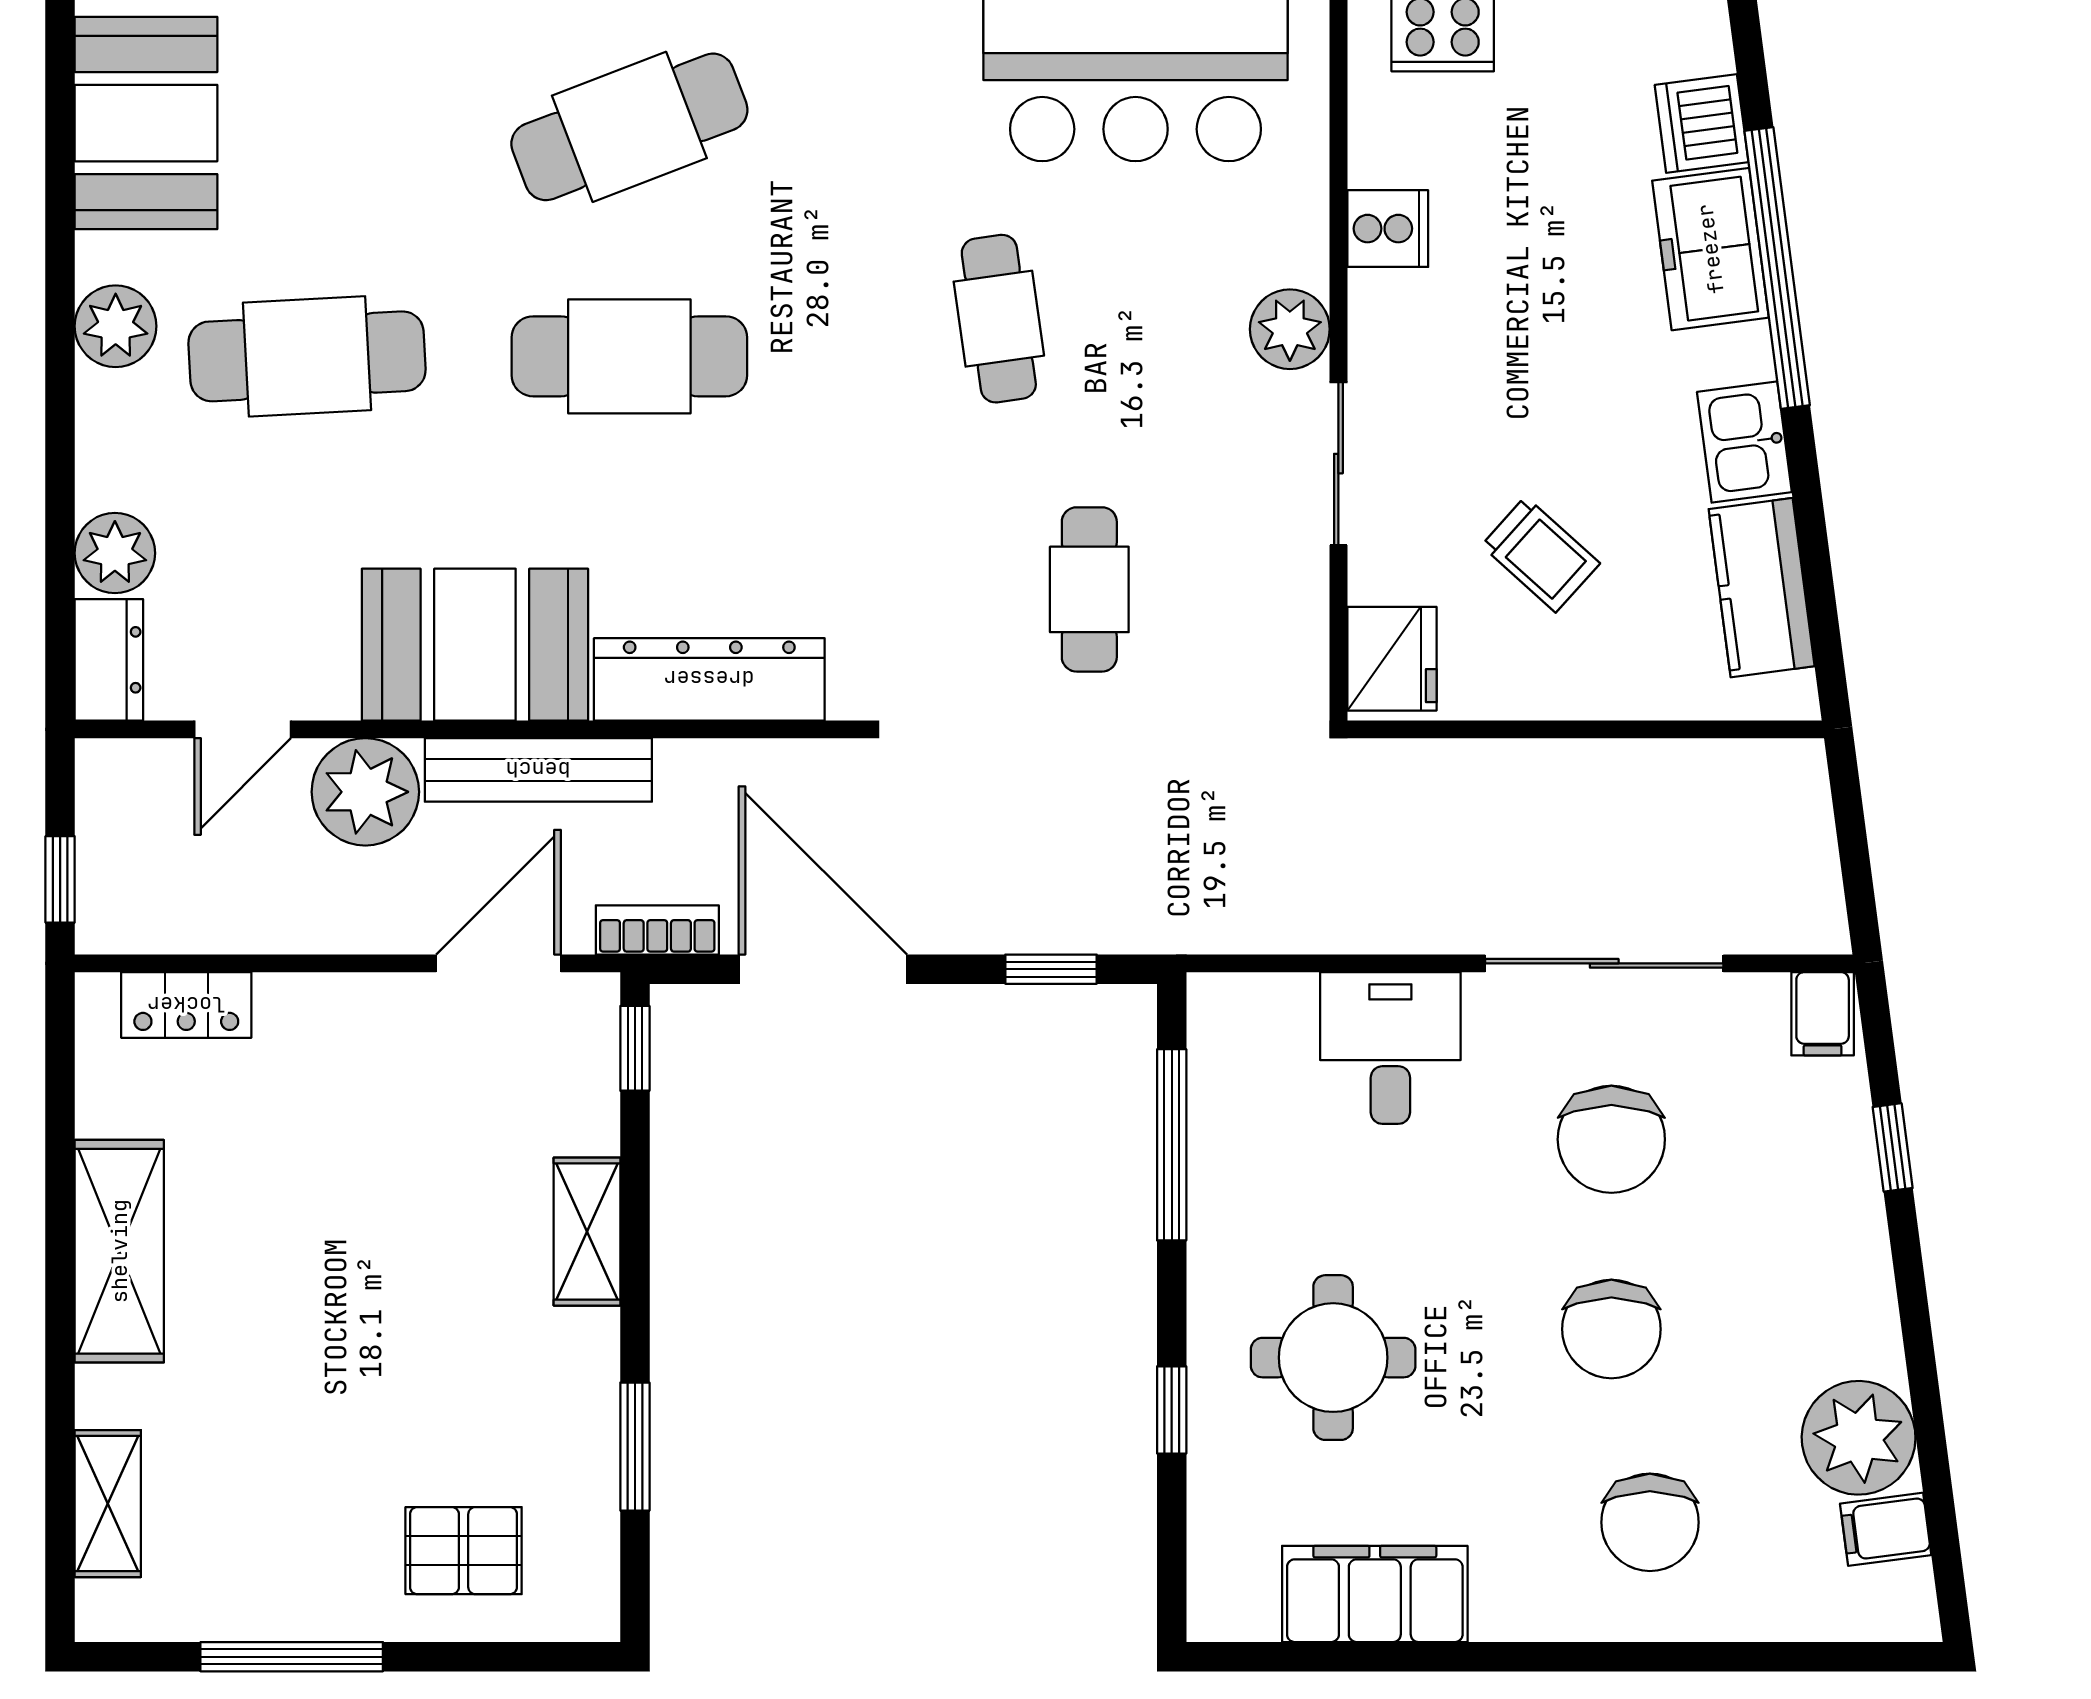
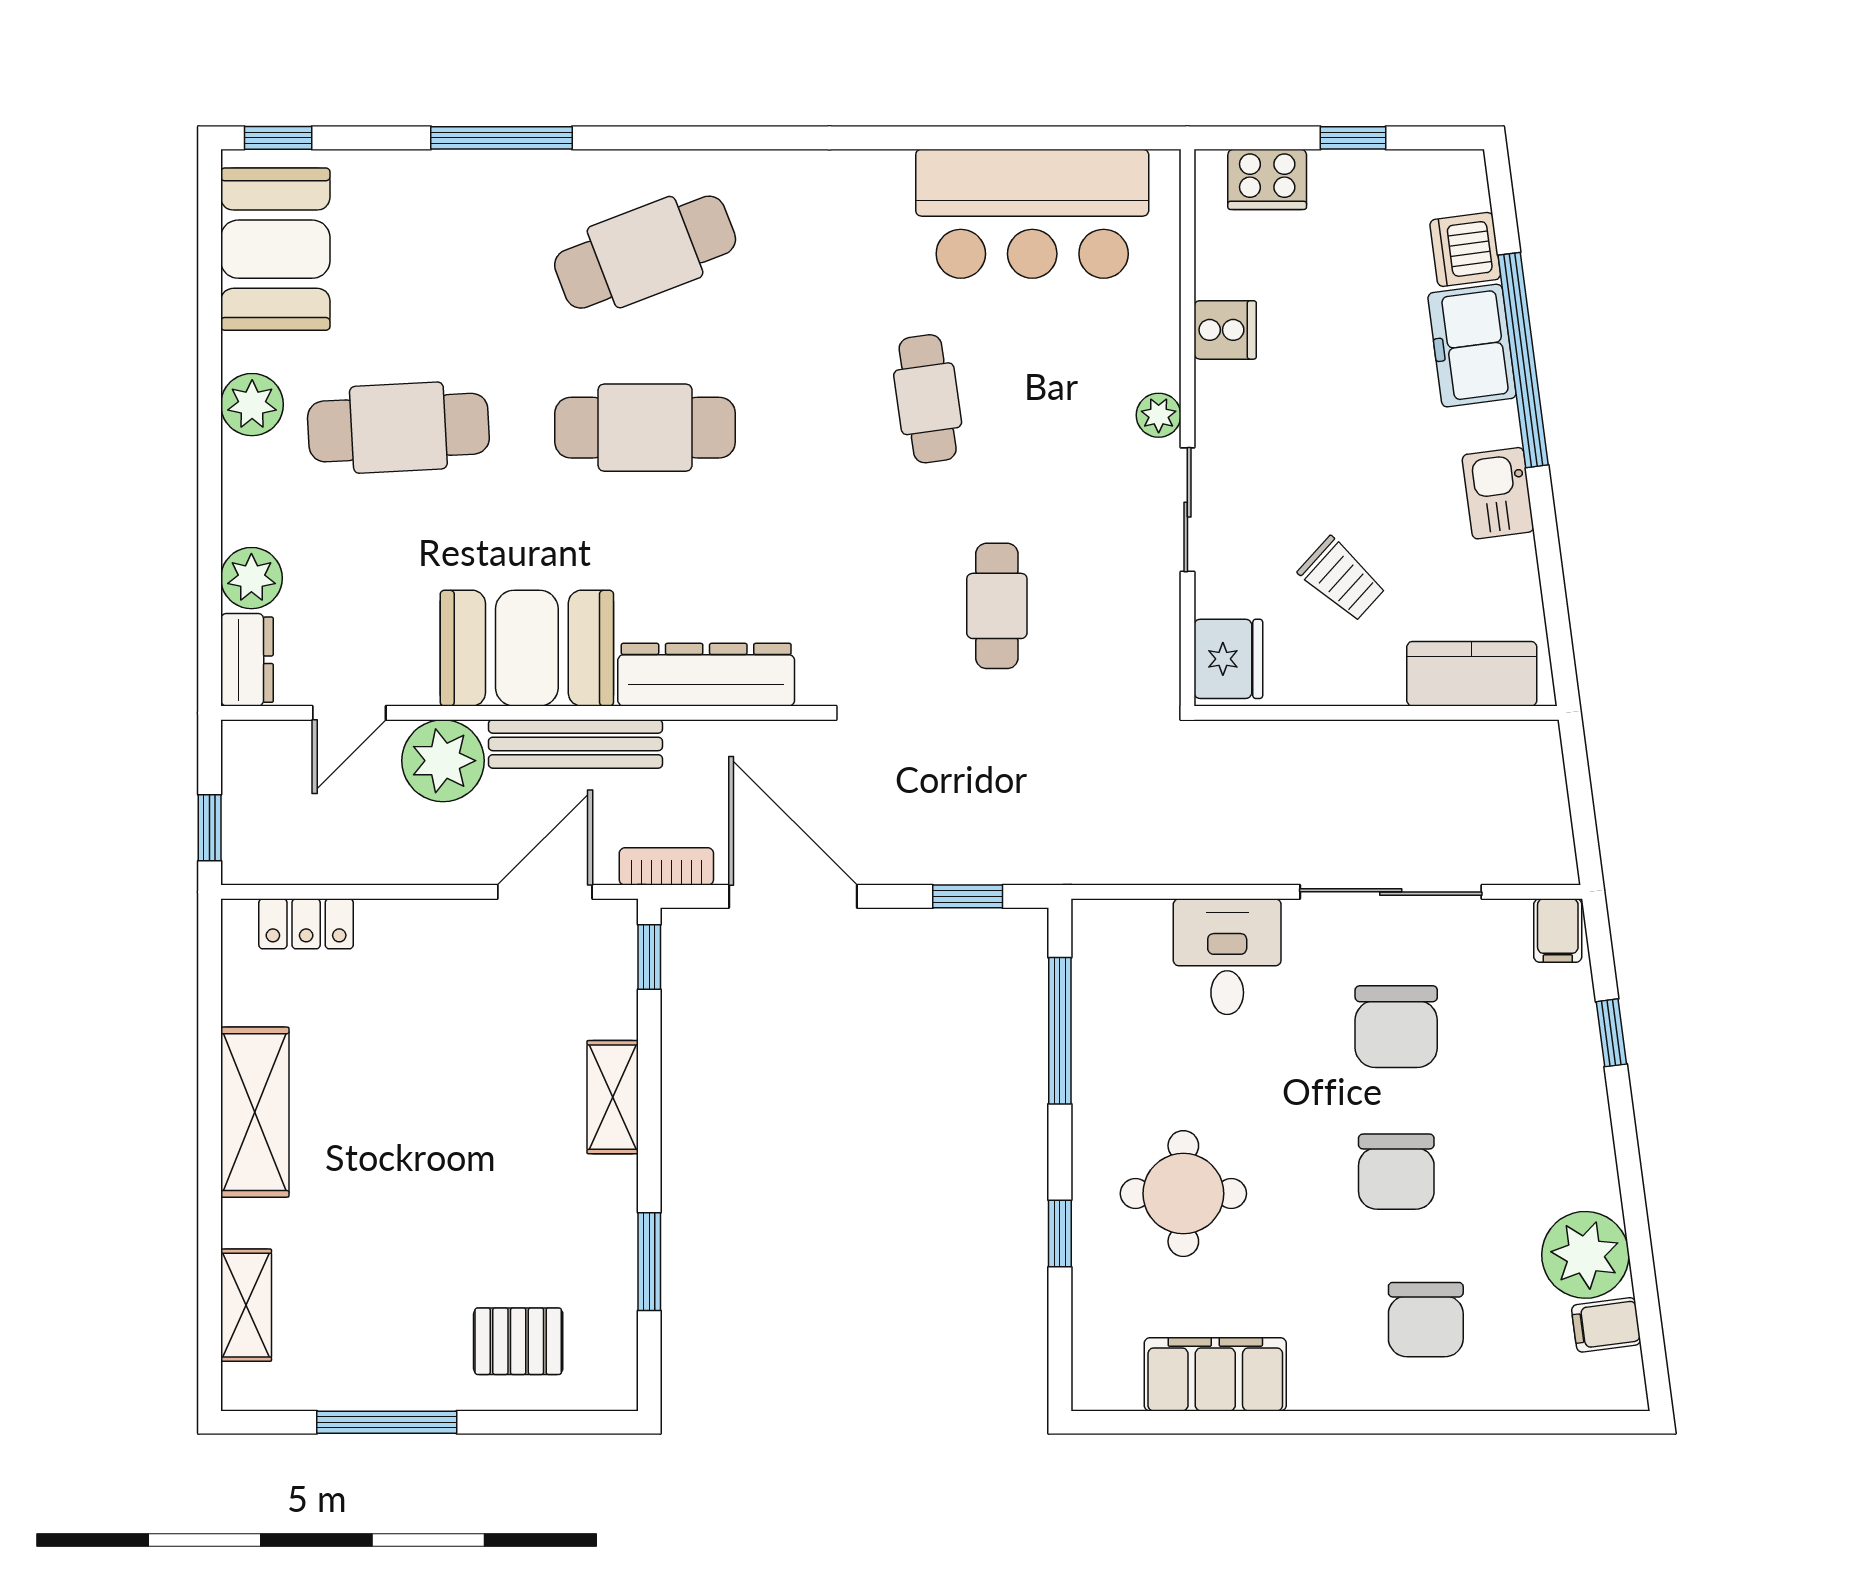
plant: (1290, 329) -> (1159, 415), width x0.73, depth x0.73
kitchen counter: (1762, 588) -> (1472, 674), moved, turned 97

